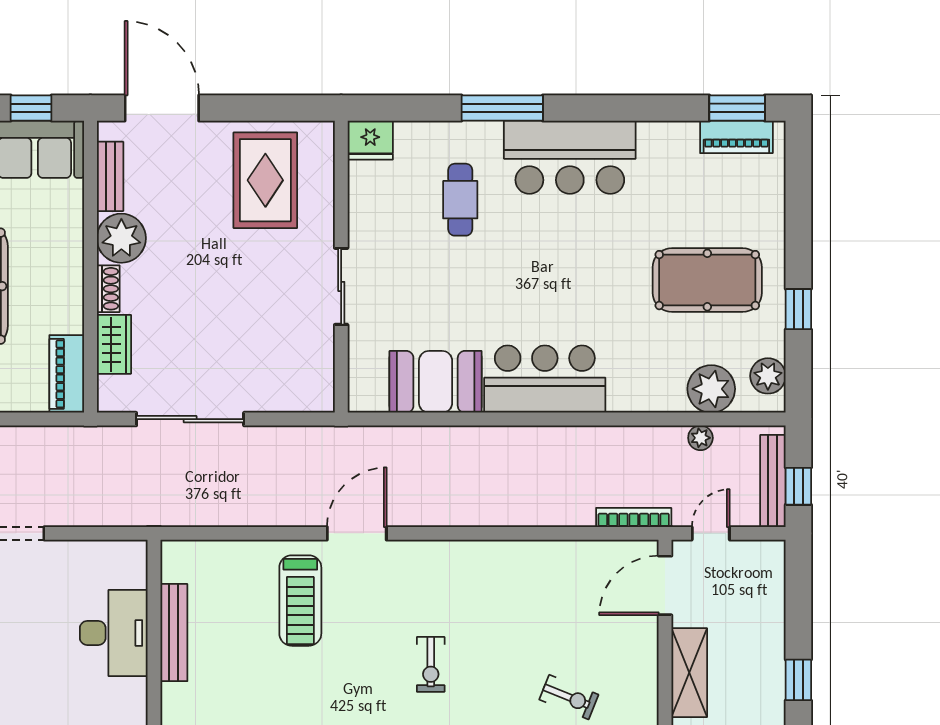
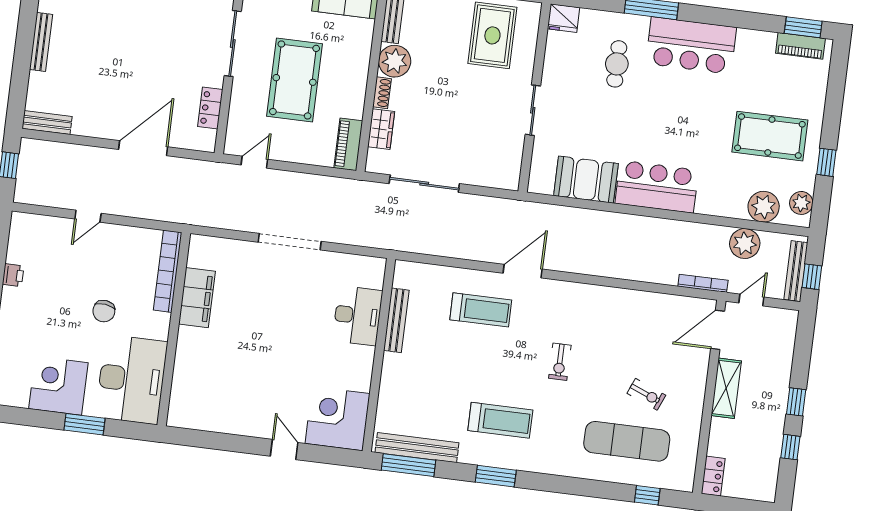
plant: (700, 438) -> (745, 244), width x1.88, depth x1.88
treadmill: (300, 601) -> (481, 310), turned -90

